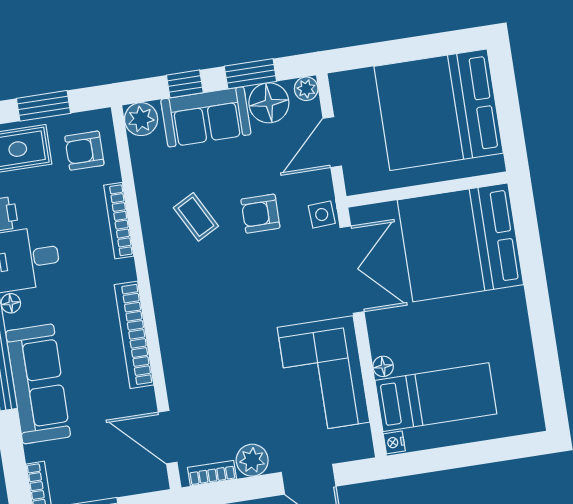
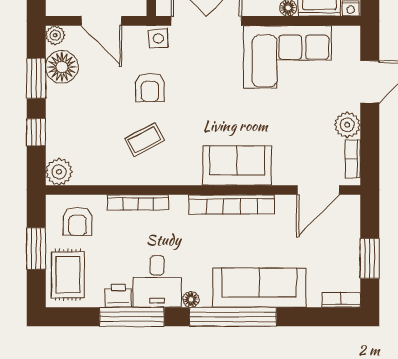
sofa: (206, 117) -> (237, 165), moved, turned -90

